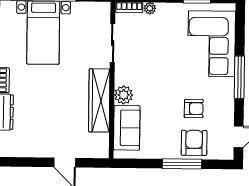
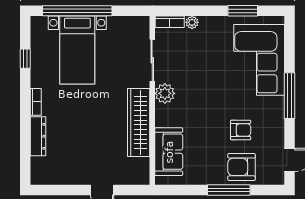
plant: (124, 95) -> (165, 93), moved
armchair: (194, 143) -> (242, 167), turned -90

